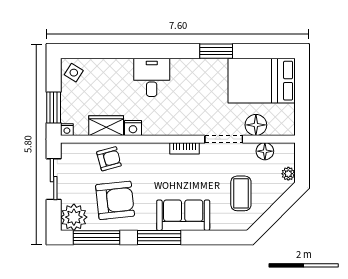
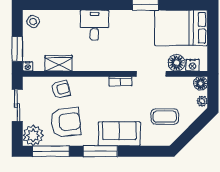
nightstand: (133, 128) -> (193, 65), moved
floor lamp: (265, 151) -> (201, 83), moved
coffee table: (241, 193) -> (165, 117), turned 90

